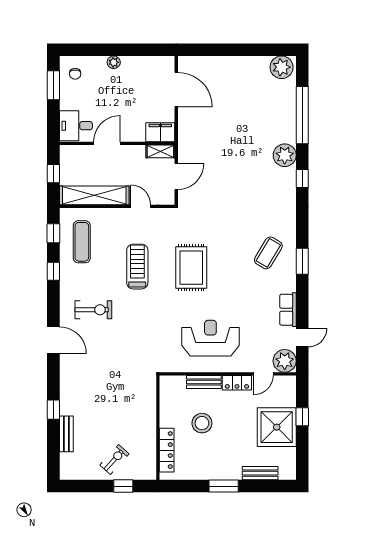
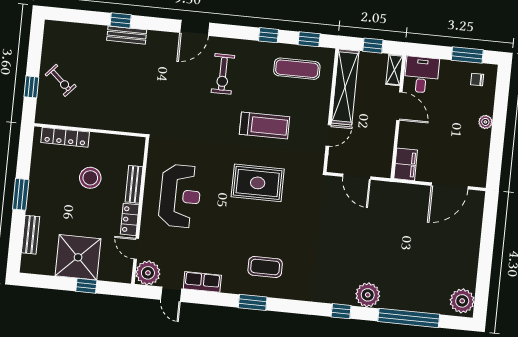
shelving: (160, 151) -> (394, 70), moved
coffee table: (268, 253) -> (265, 267), turned -31
bench: (66, 434) -> (127, 35), moved

